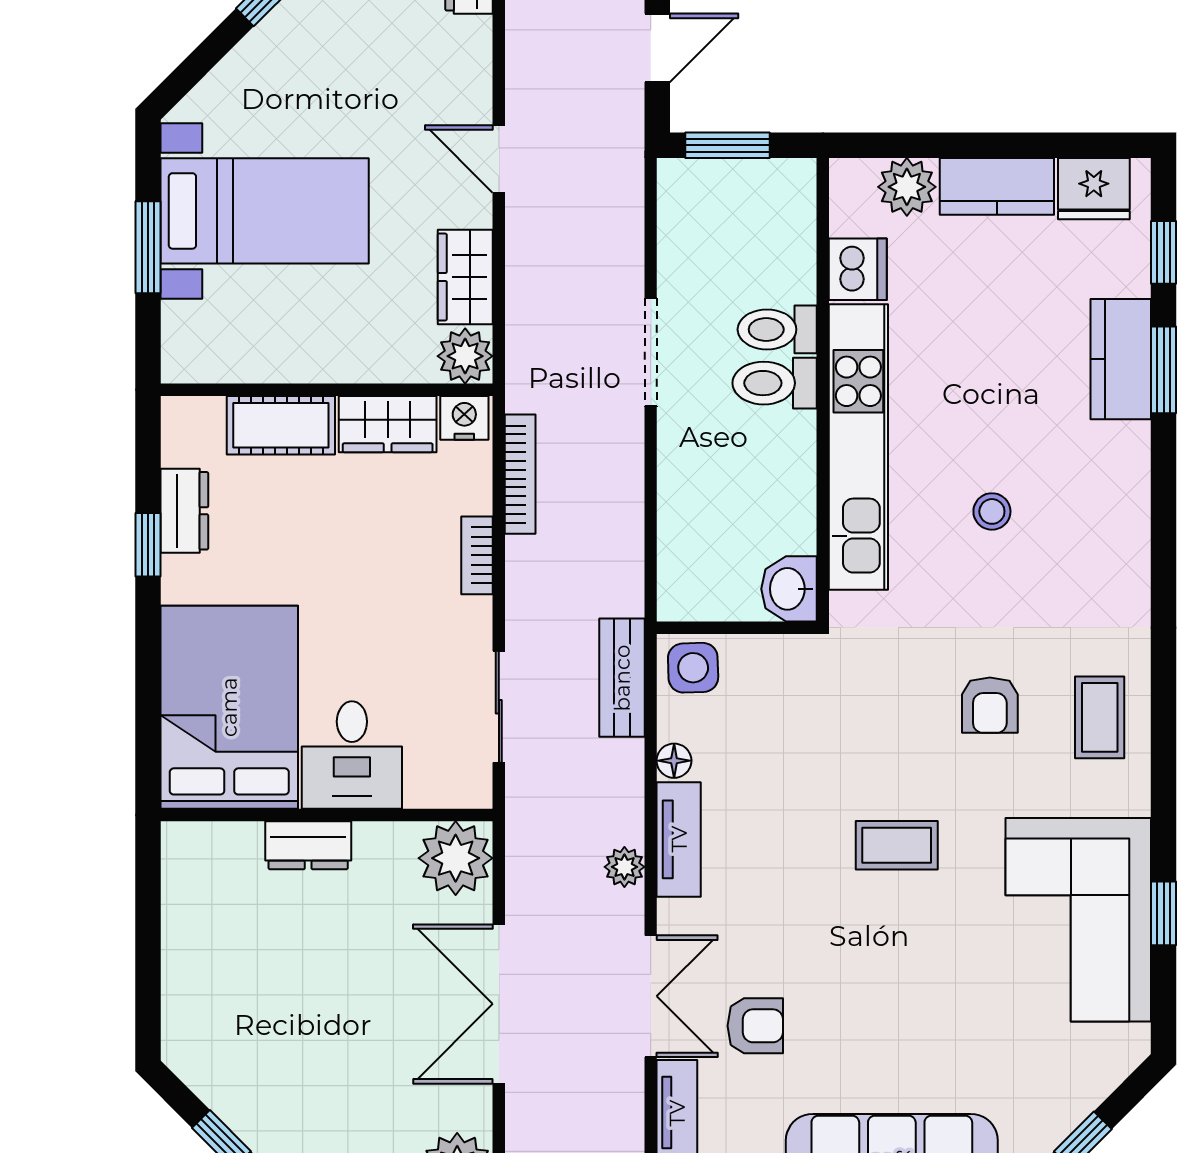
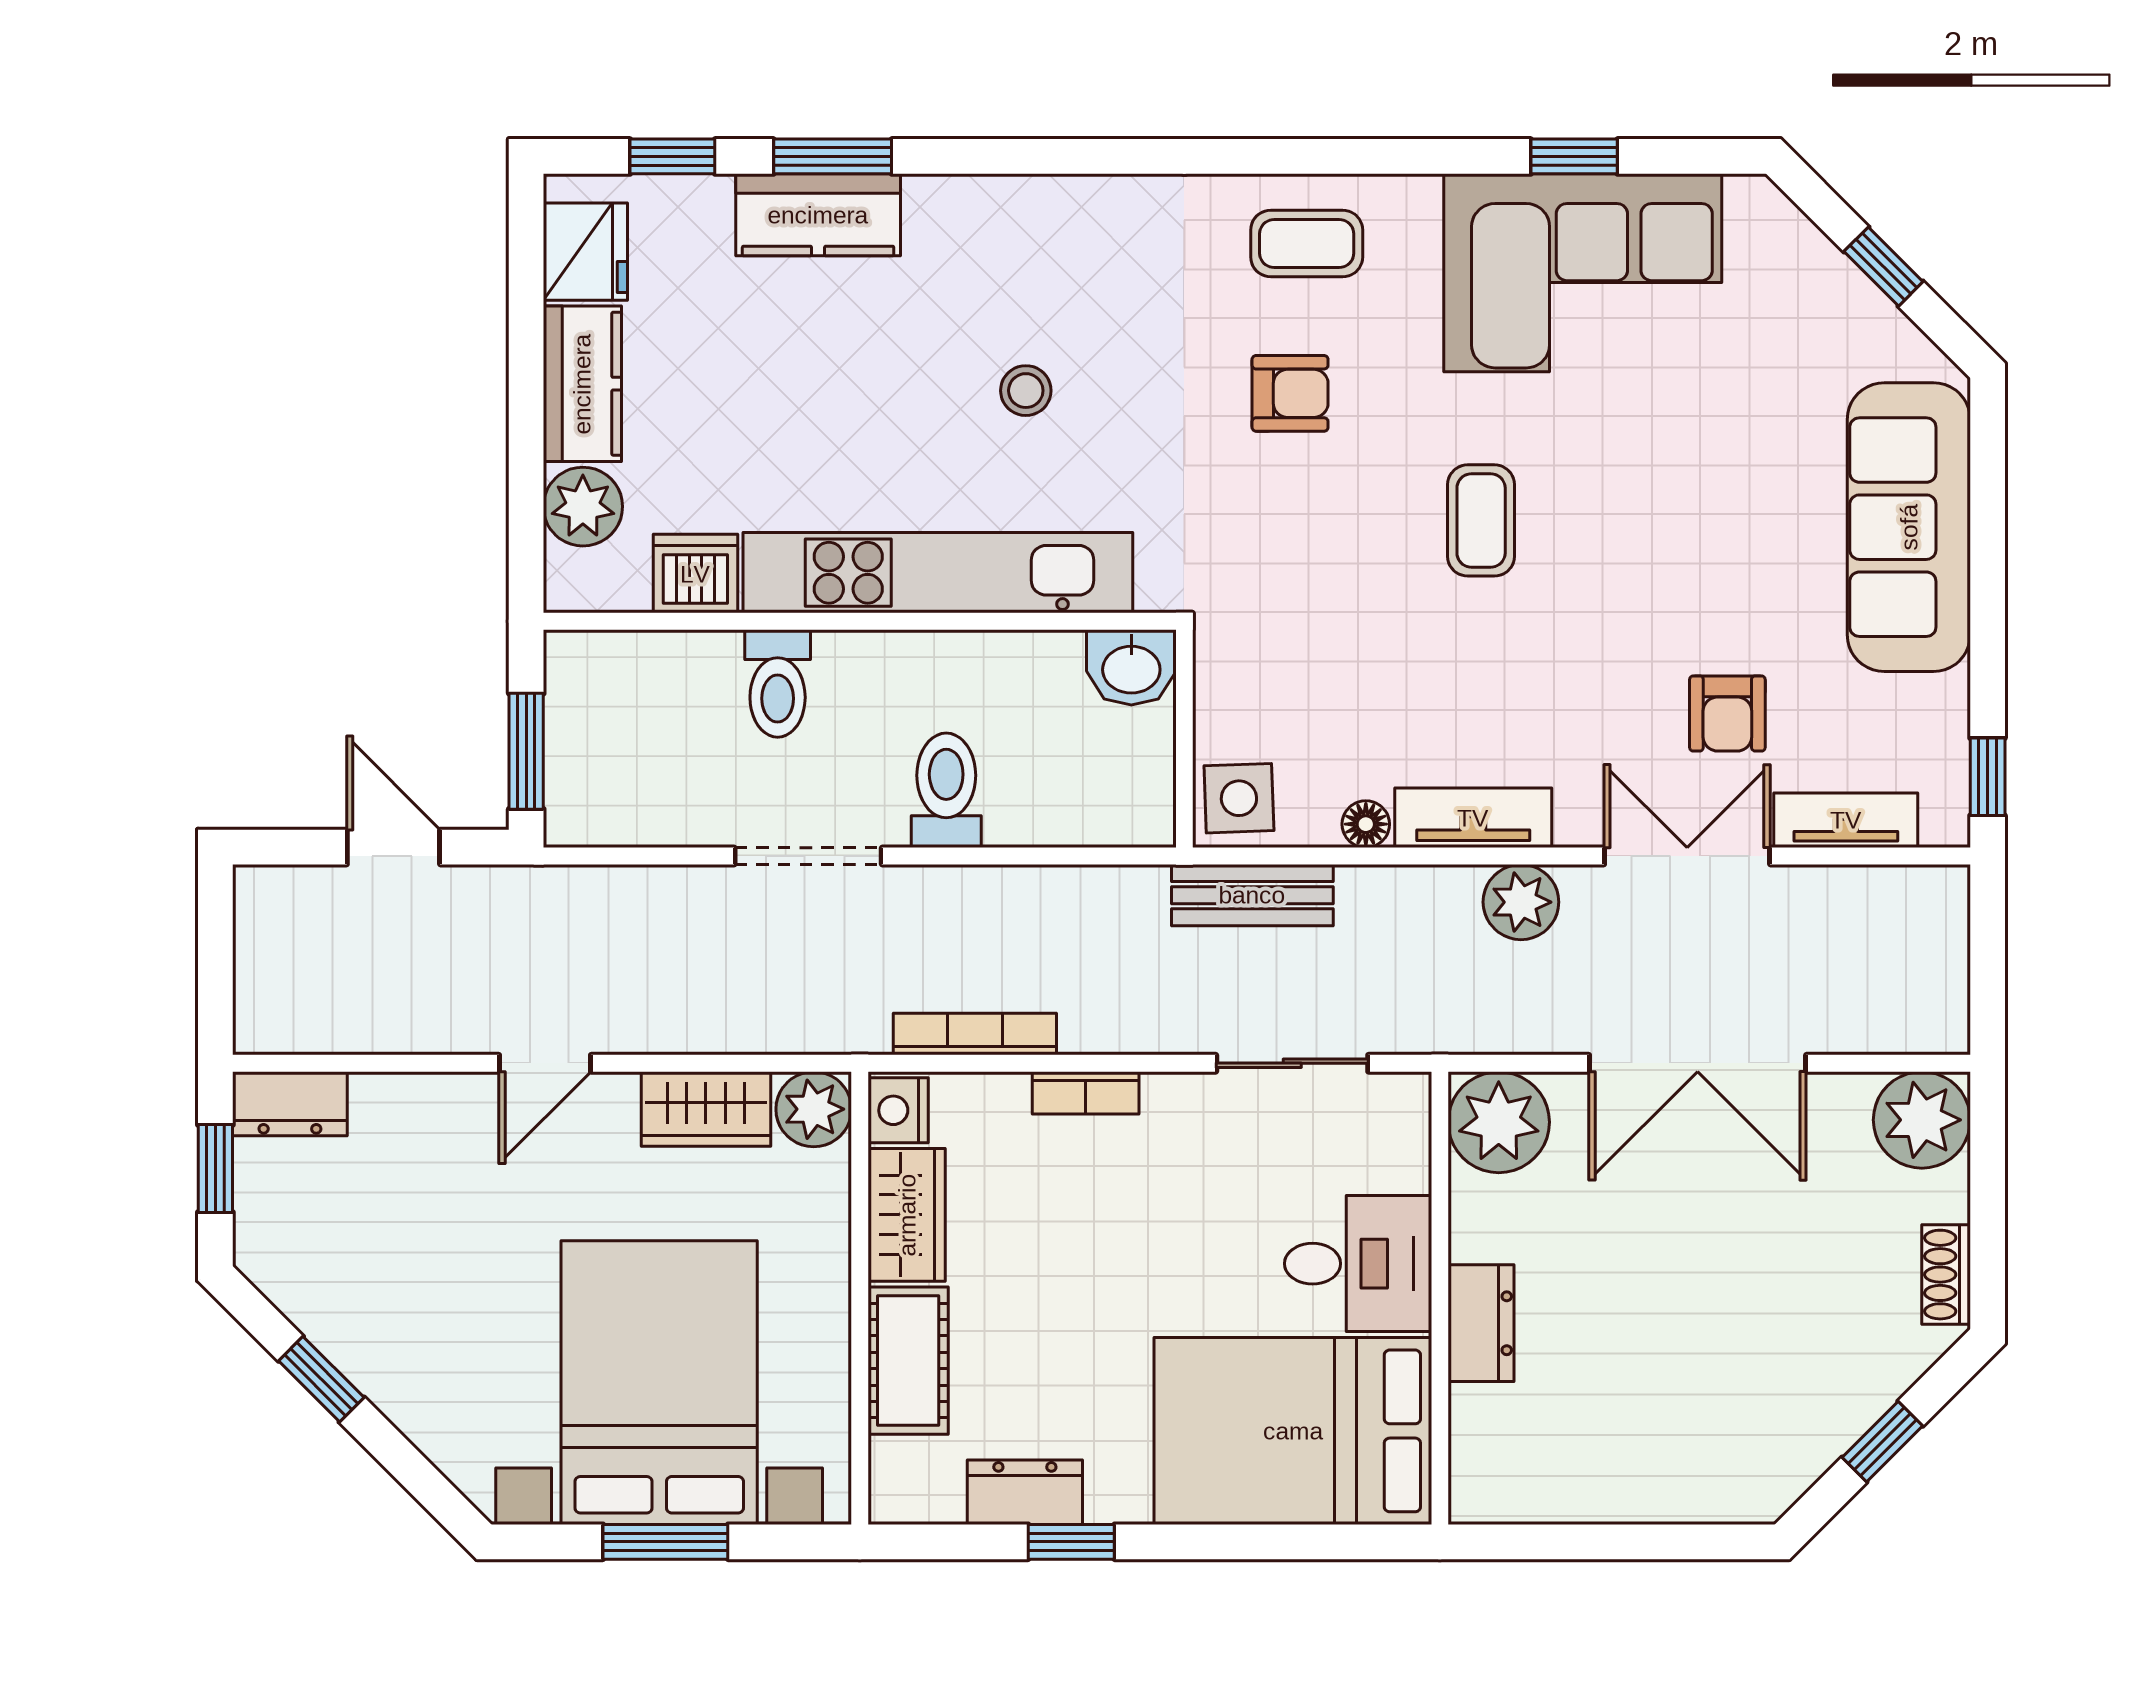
bed with nightstands: (265, 211) -> (659, 1383), width x1.36
toilet: (775, 383) -> (946, 790), moved, turned 180
plant: (624, 867) -> (1521, 902), width x1.38, depth x1.38
armchair: (755, 1026) -> (1727, 713), turned 180

